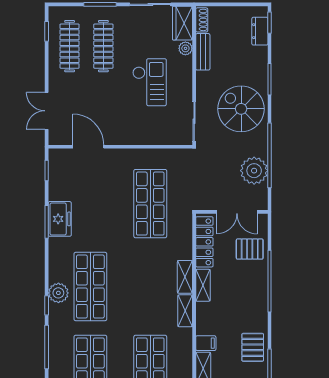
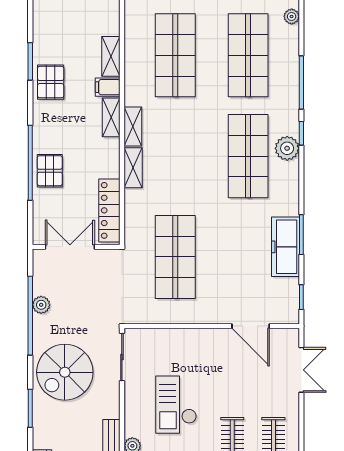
spiral stairs: (241, 109) -> (65, 372), turned 90
plant: (254, 171) -> (41, 305), width x0.53, depth x0.53
freezer: (60, 219) -> (285, 247), width x1.40
pallet: (250, 249) -> (50, 171), moved, turned 90
shelving: (203, 285) -> (111, 117), moved

